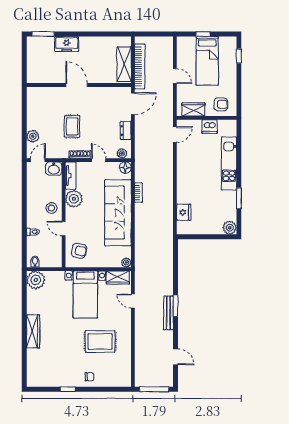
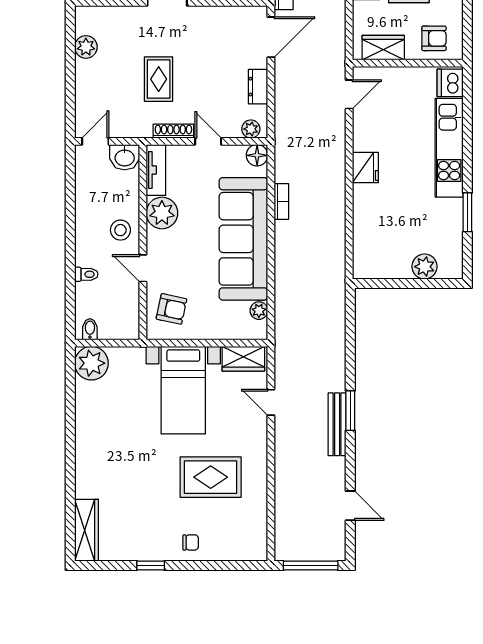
dishwasher: (210, 127) -> (450, 83), moved, turned 90
plant: (33, 136) -> (86, 47), moved
fridge: (184, 212) -> (365, 168), moved
plant: (230, 228) -> (425, 267), moved
plant: (126, 263) -> (259, 311), moved
wardrobe: (33, 331) -> (87, 530), moved

